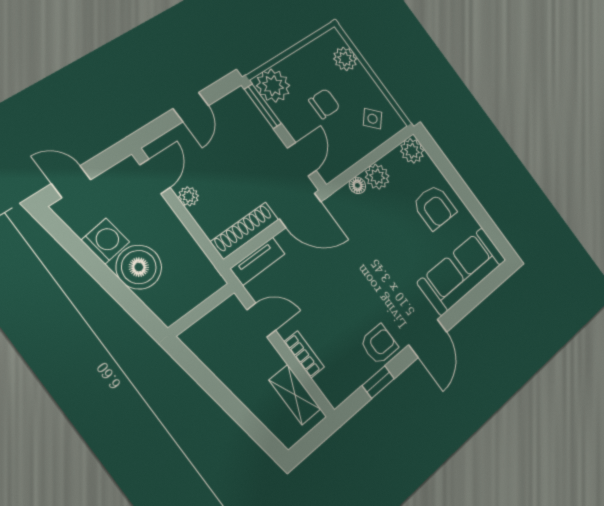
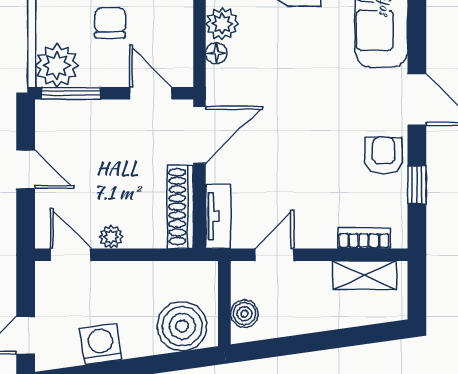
boiler: (139, 267) -> (182, 326), moved
boiler: (205, 330) -> (244, 314), added
bookcase: (304, 354) -> (364, 238), moved

